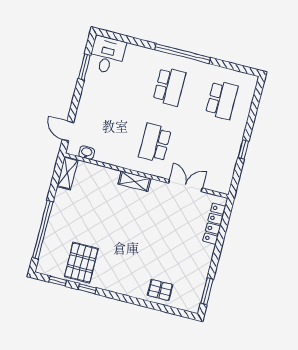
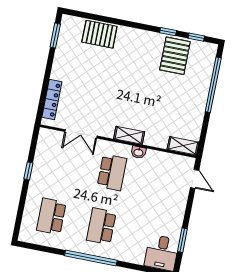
washbasin: (87, 153) -> (138, 152), moved
shelving: (67, 173) -> (183, 146), moved, turned 90
pallet: (160, 290) -> (99, 34), width x1.50, depth x1.42

